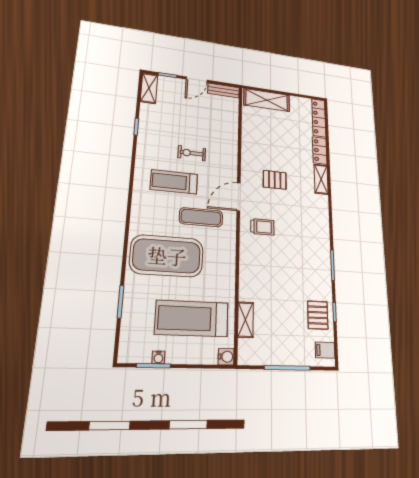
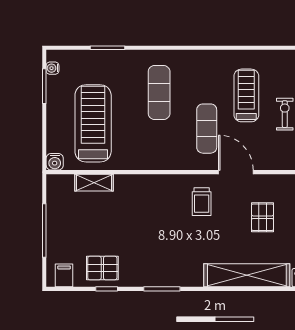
shelving: (321, 179) -> (247, 275), width x2.20, depth x1.33
exercise mat: (167, 256) -> (159, 93), width x0.50, depth x0.69
water cooler: (158, 357) -> (53, 68), moved

